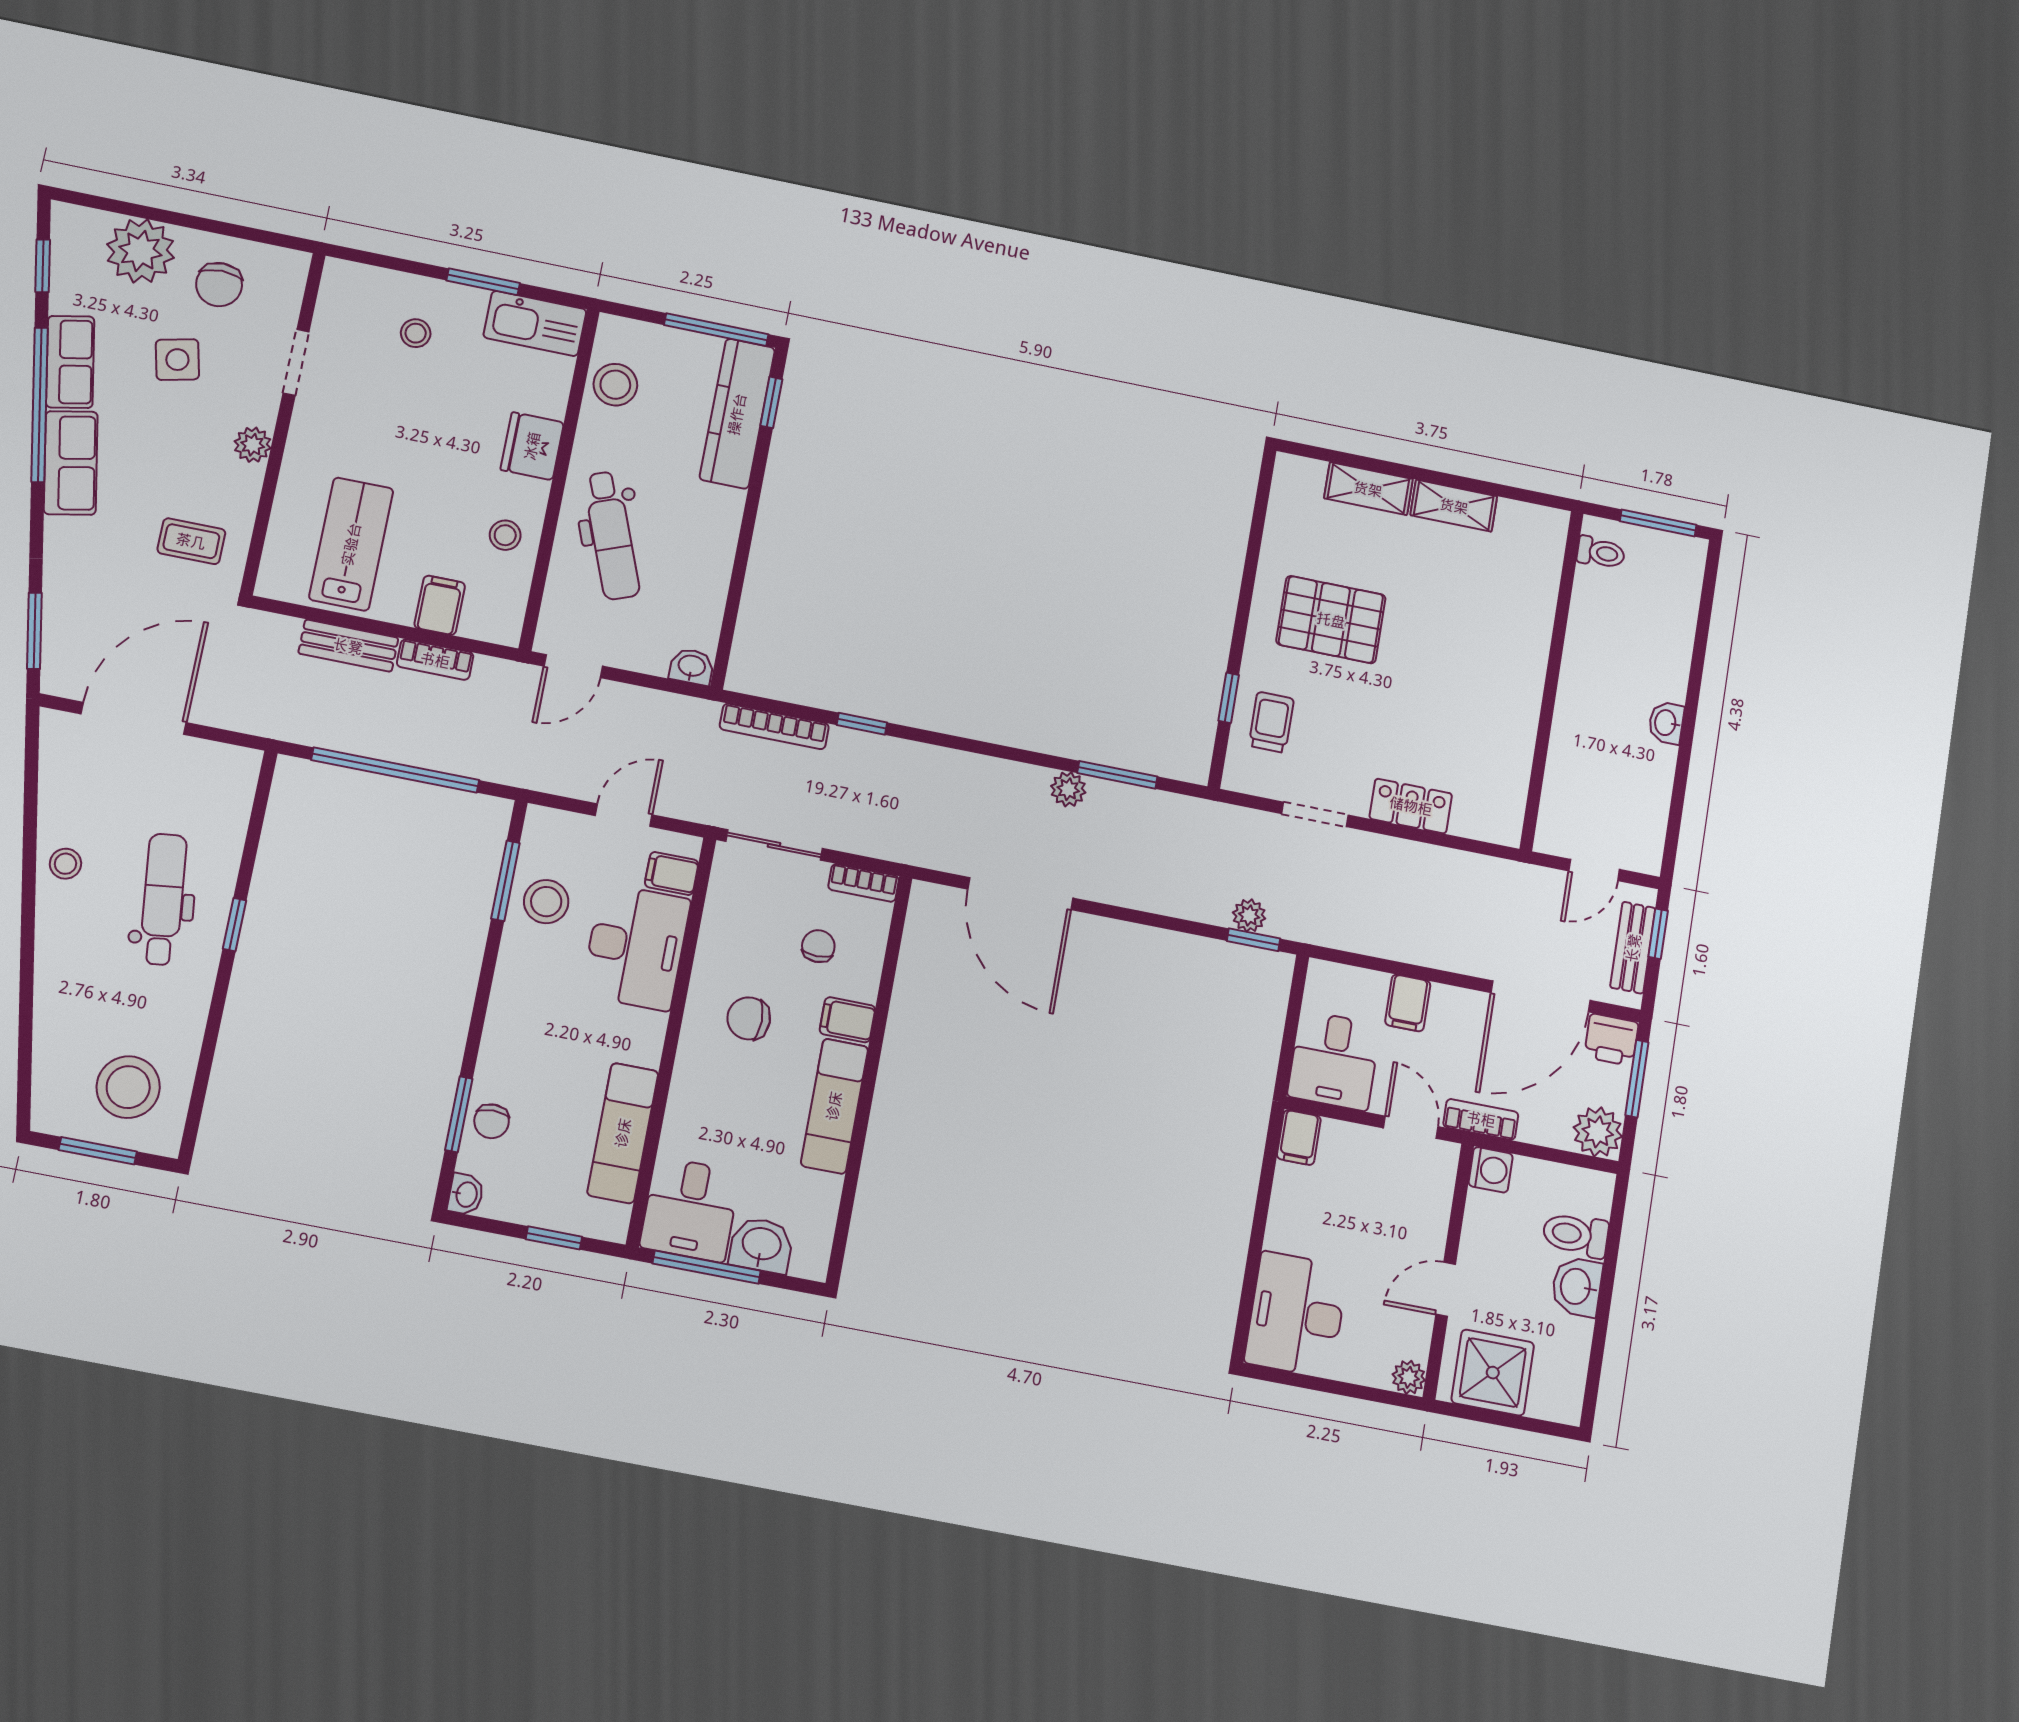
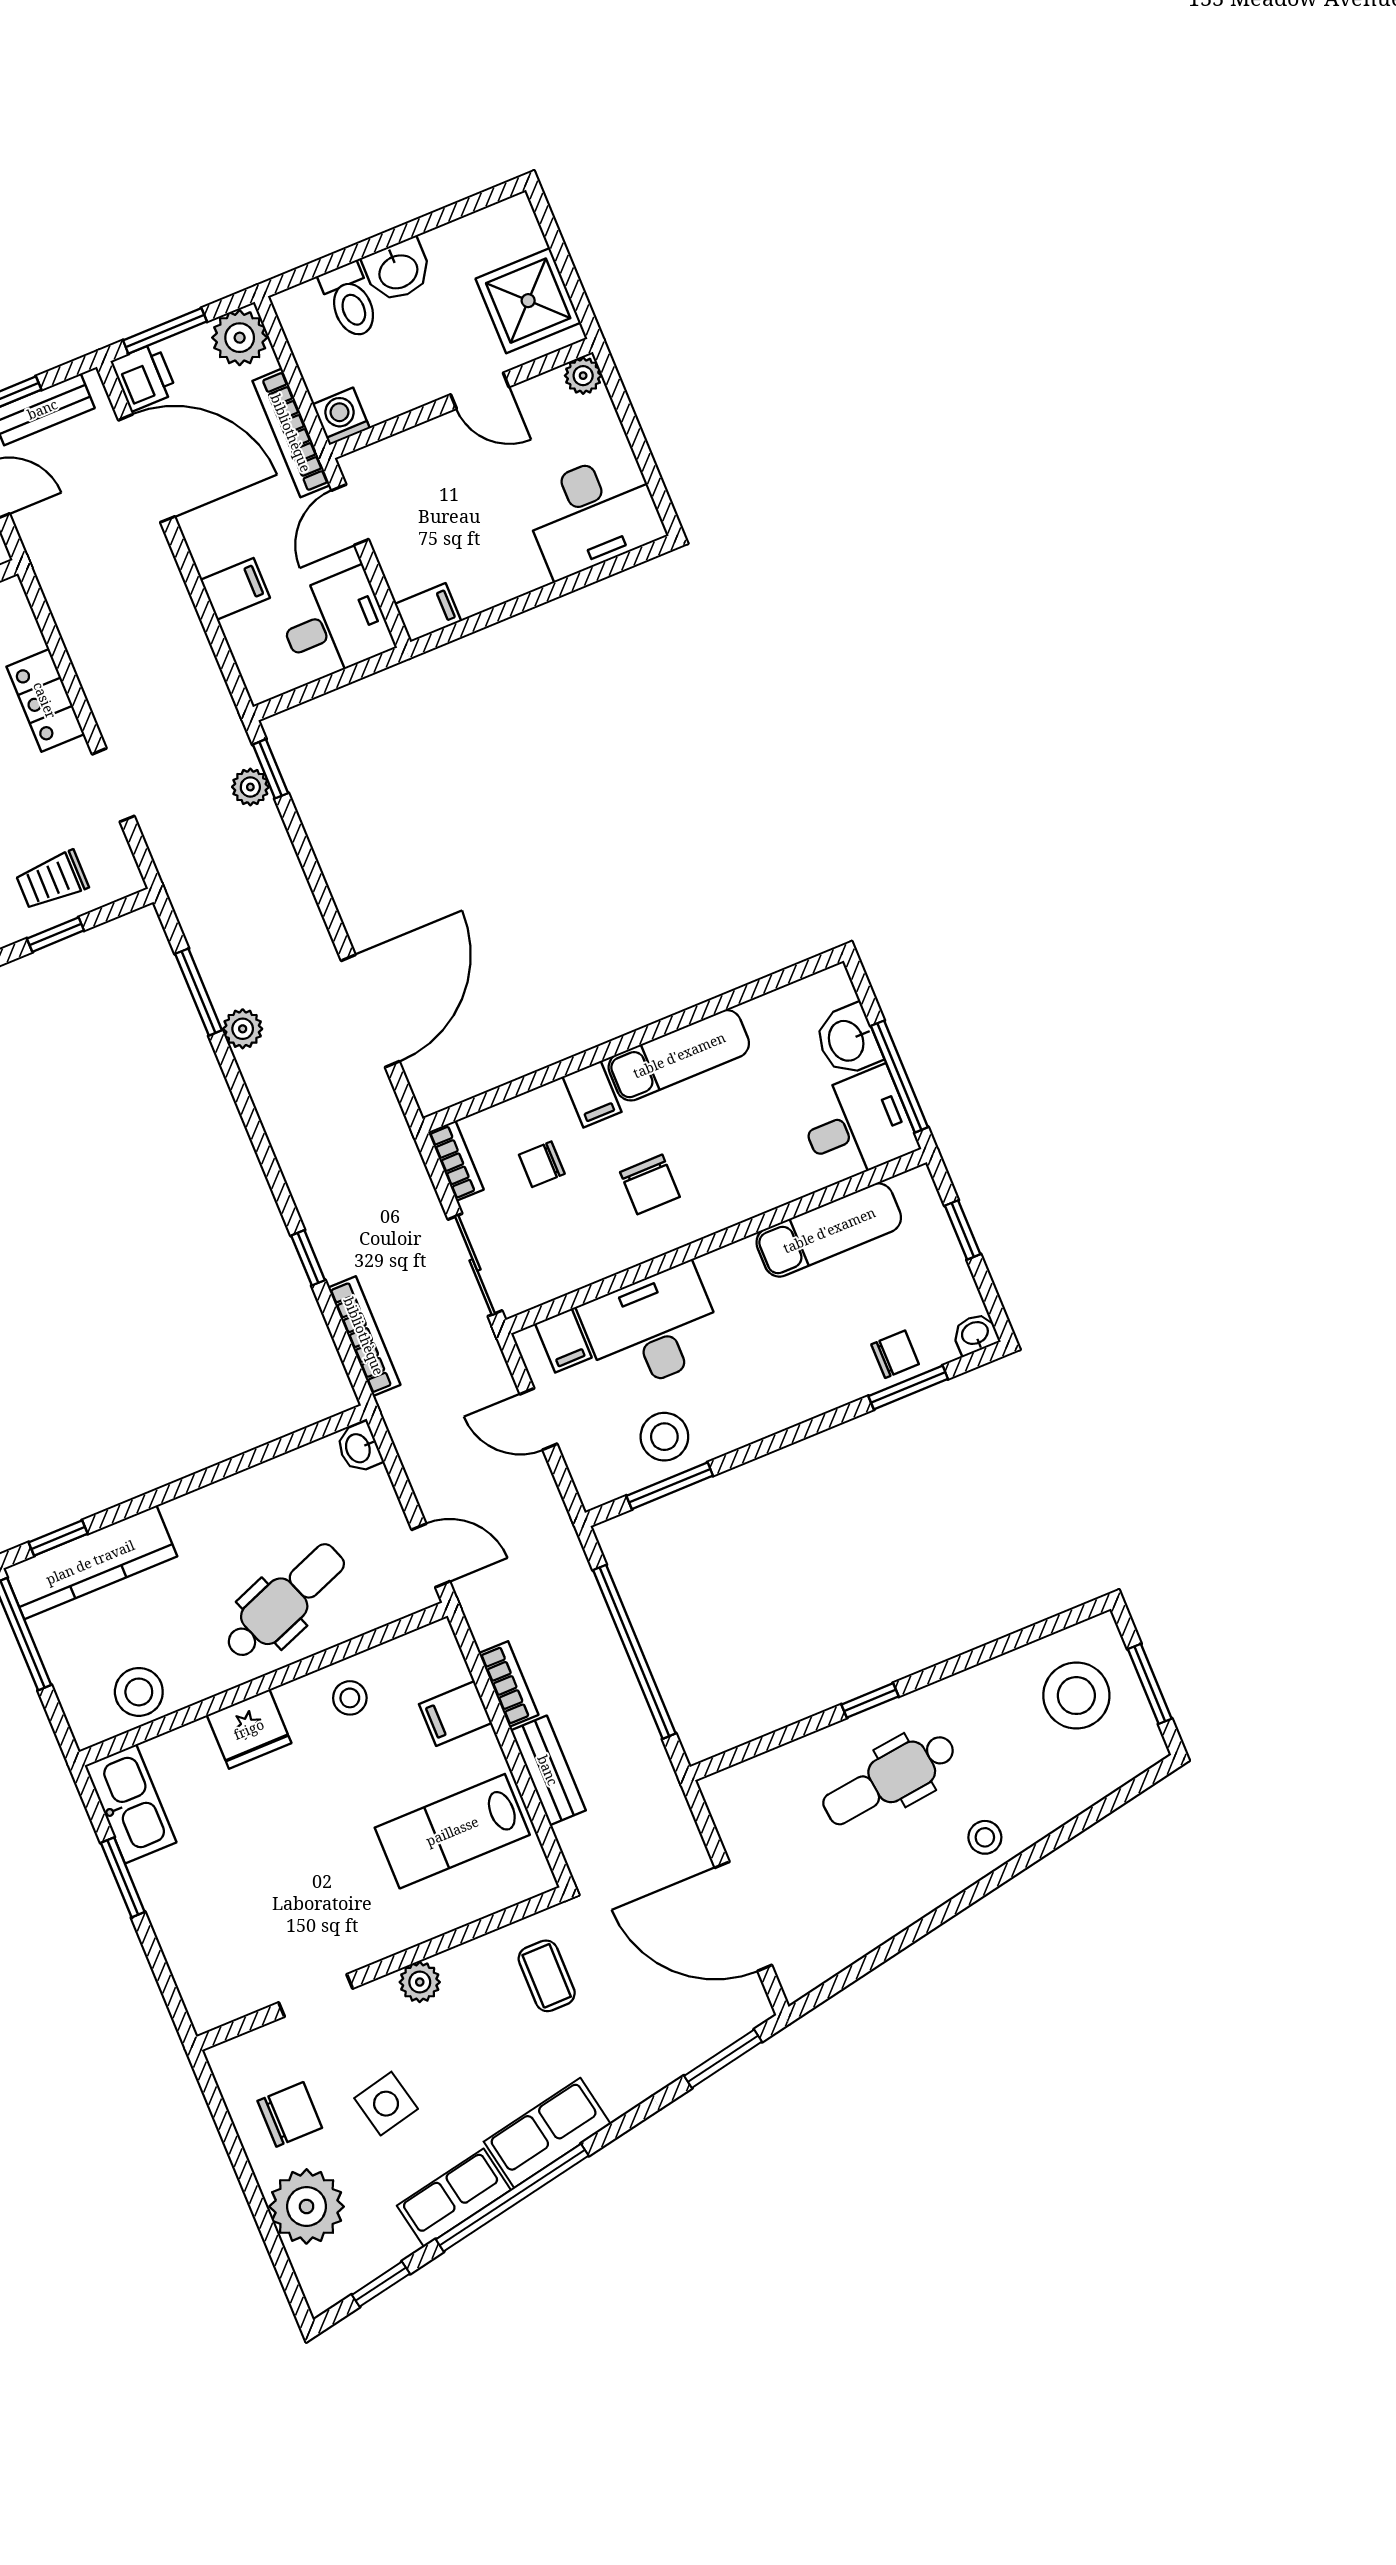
stool: (416, 333) -> (214, 1906), removed
stool: (65, 864) -> (985, 1837), moved
bookcase: (1481, 1119) -> (291, 433), width x1.56

